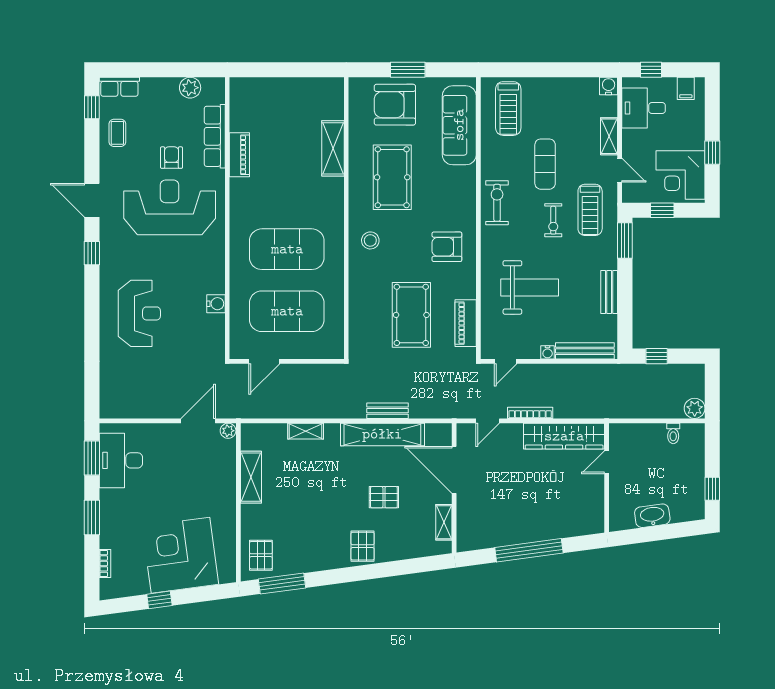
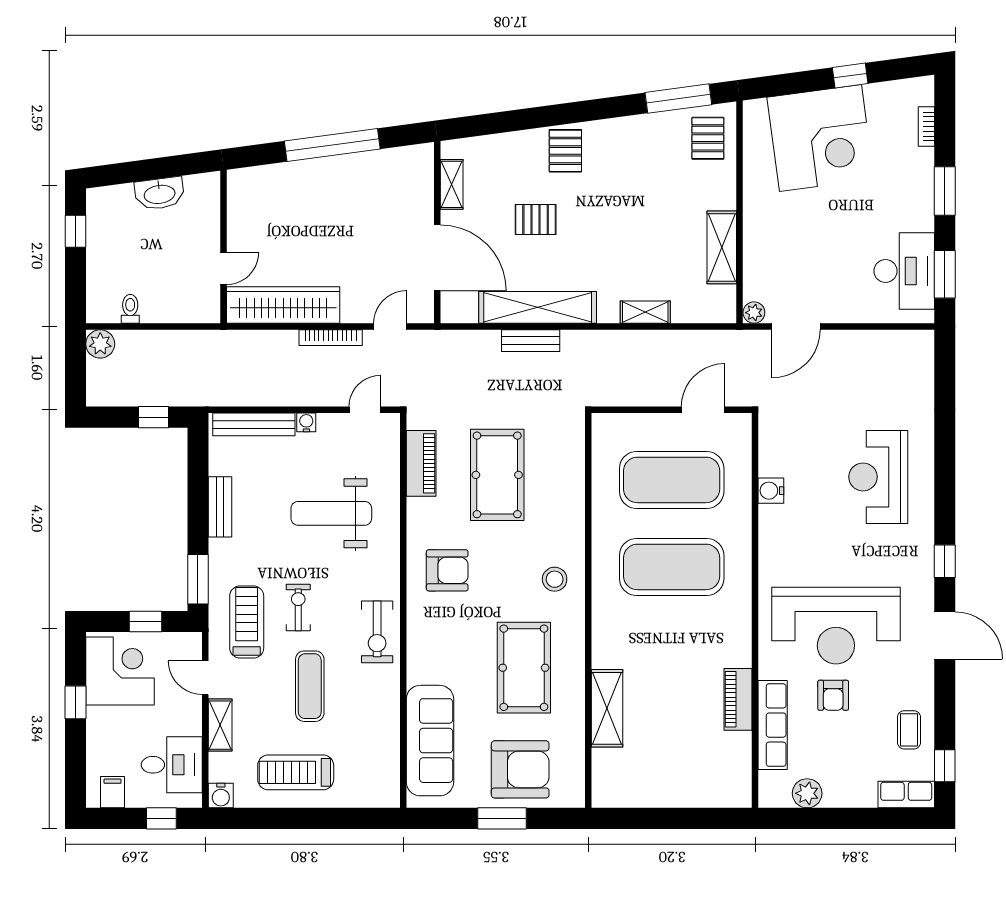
treadmill: (508, 109) -> (296, 772), moved, turned -90

